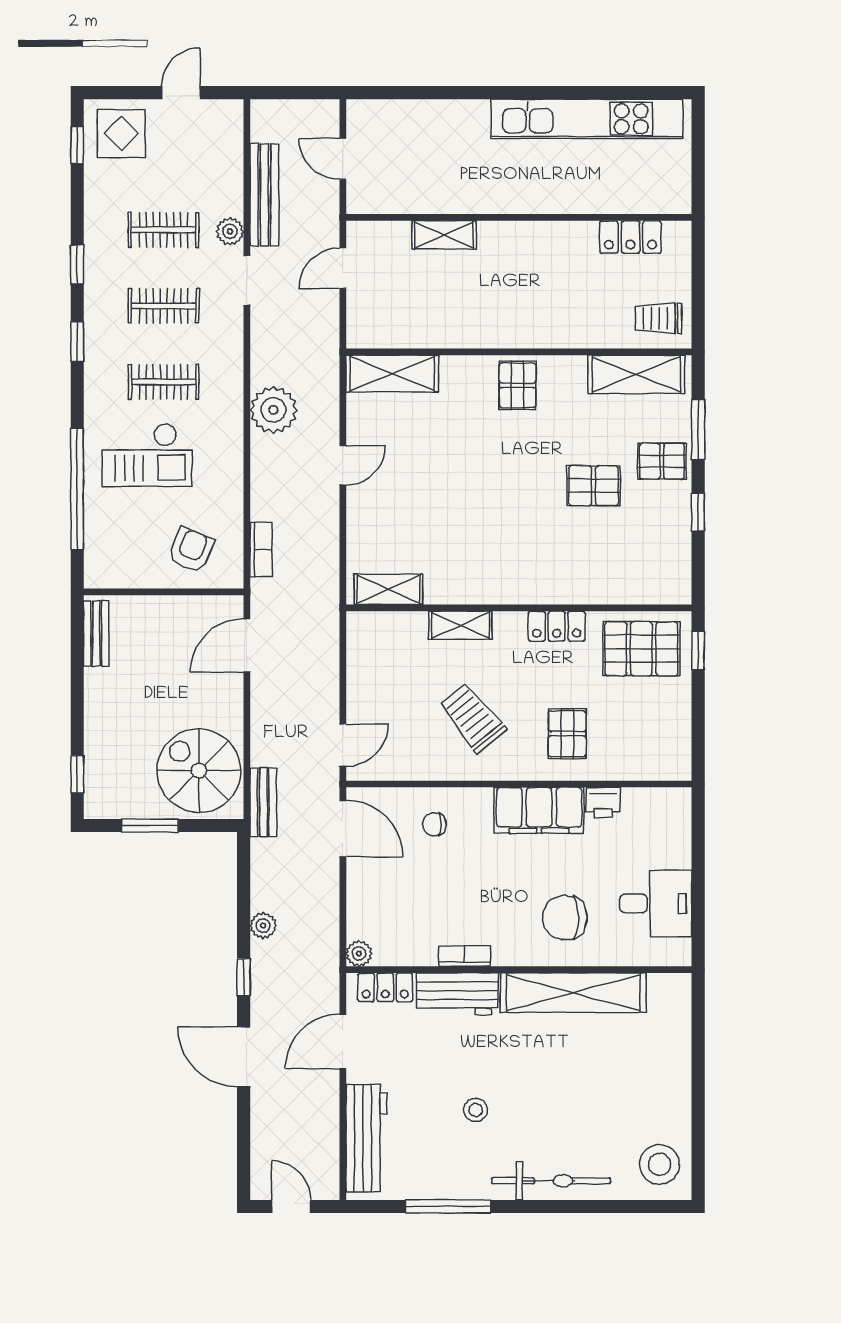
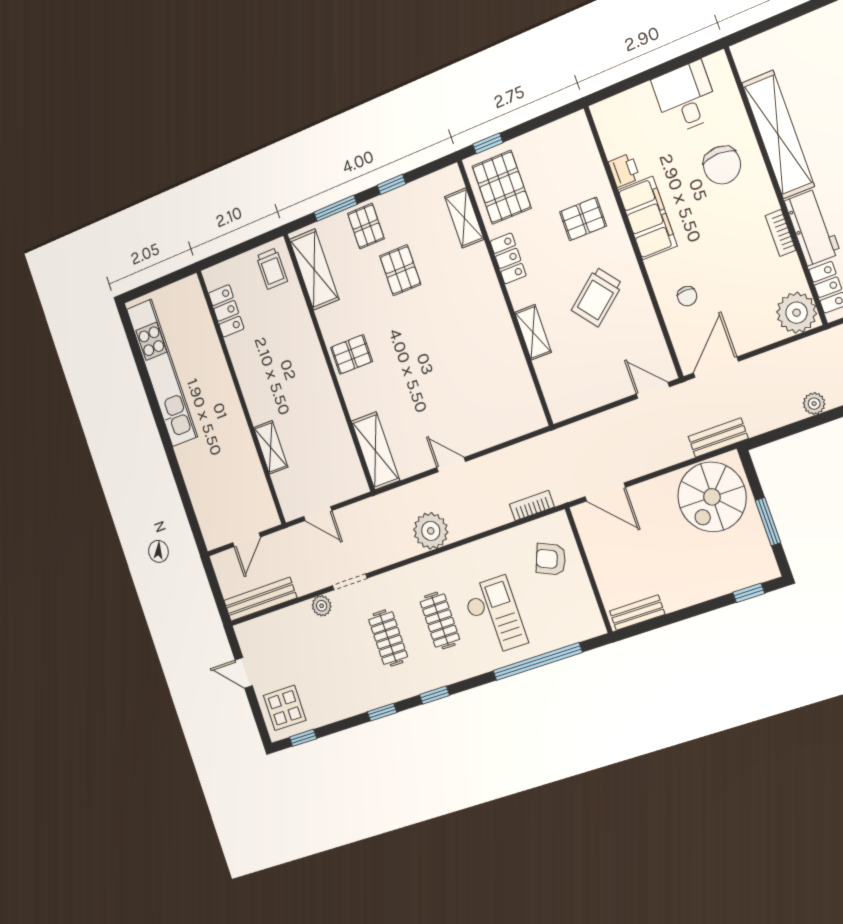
bench: (264, 195) -> (260, 599), moved
clothes rail: (164, 230) -> (337, 655), removed
shelving: (388, 589) -> (464, 218), moved
plant: (359, 954) -> (797, 313), width x1.87, depth x1.87

